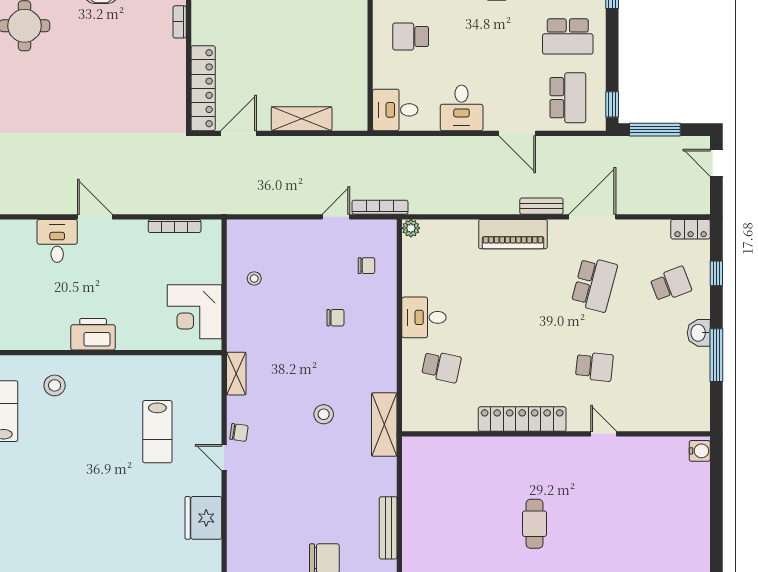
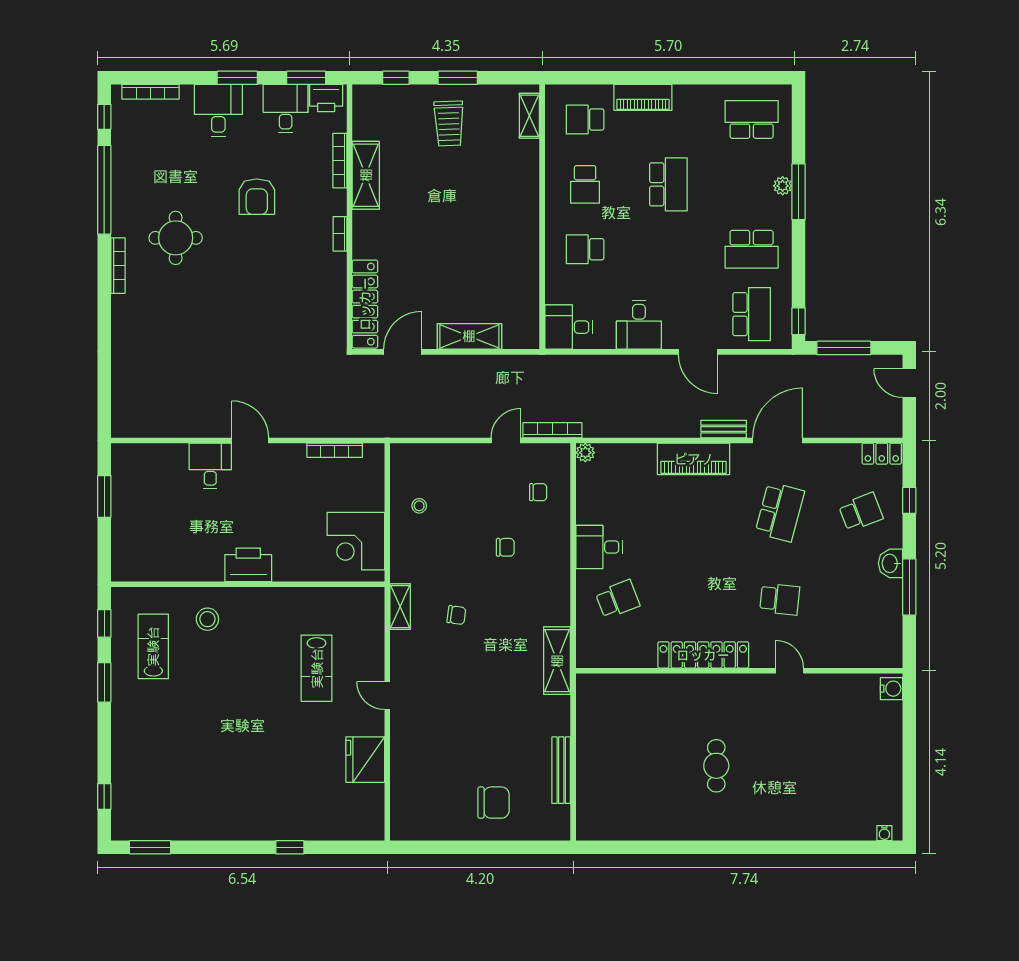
school desk: (441, 367) -> (618, 599), turned -33
stool: (324, 414) -> (493, 650), removed
chair: (239, 432) -> (456, 615), moved

